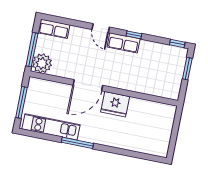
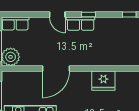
fridge: (115, 104) -> (103, 81), moved

